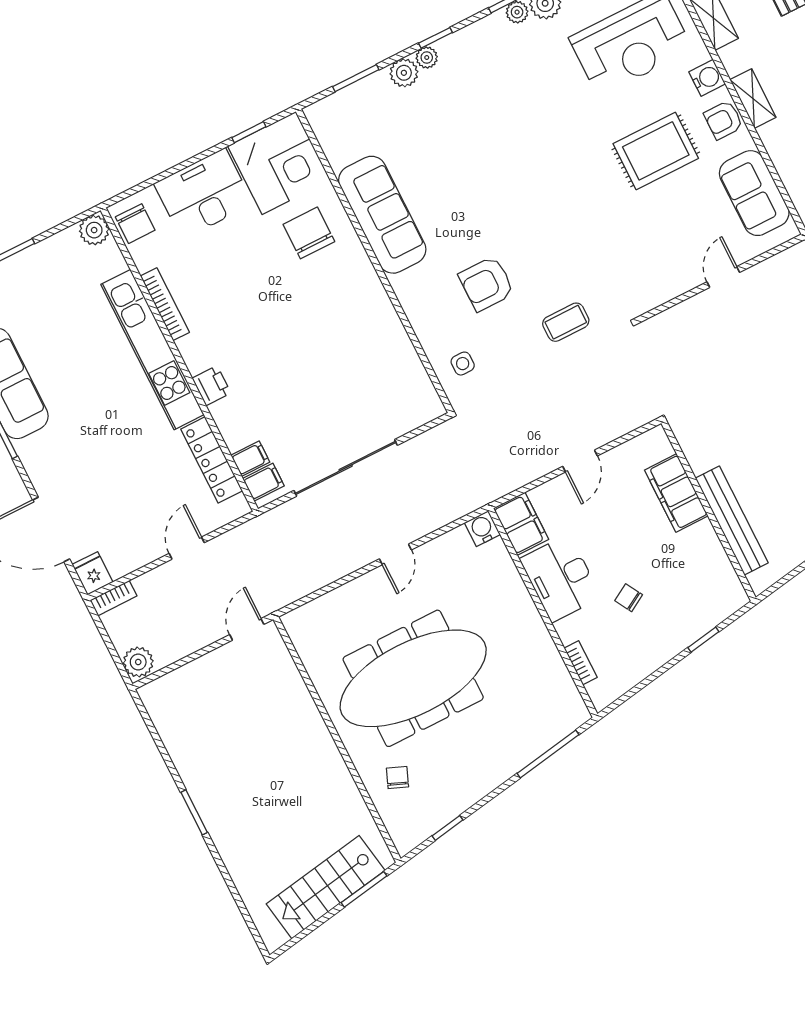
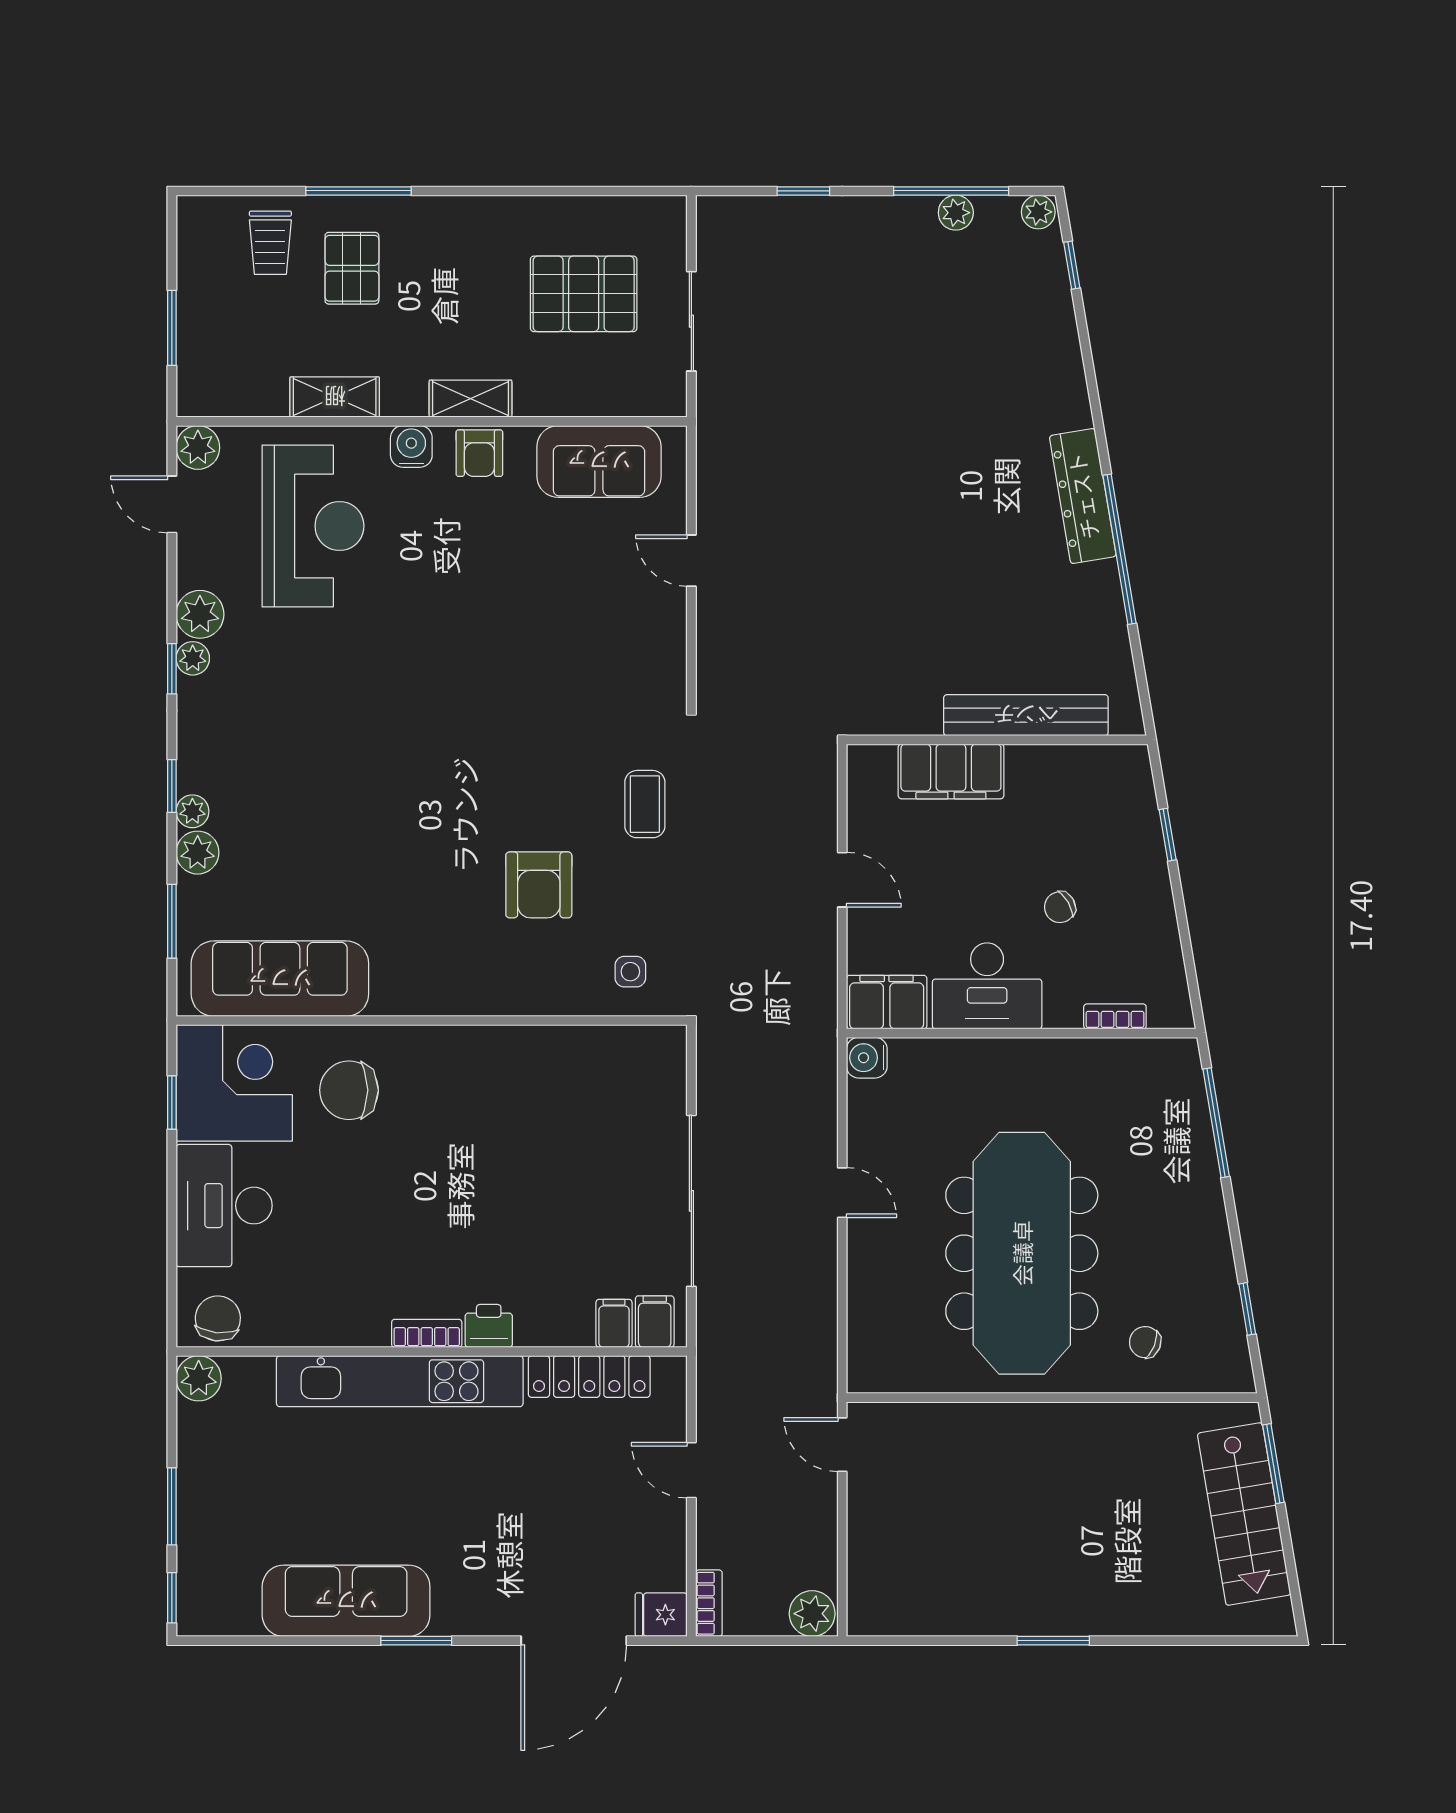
rug: (656, 151) -> (475, 566), removed
sofa: (382, 215) -> (280, 979), moved
chair: (135, 224) -> (218, 1318), turned -84
bookcase: (165, 304) -> (427, 1333), moved, width x0.64

